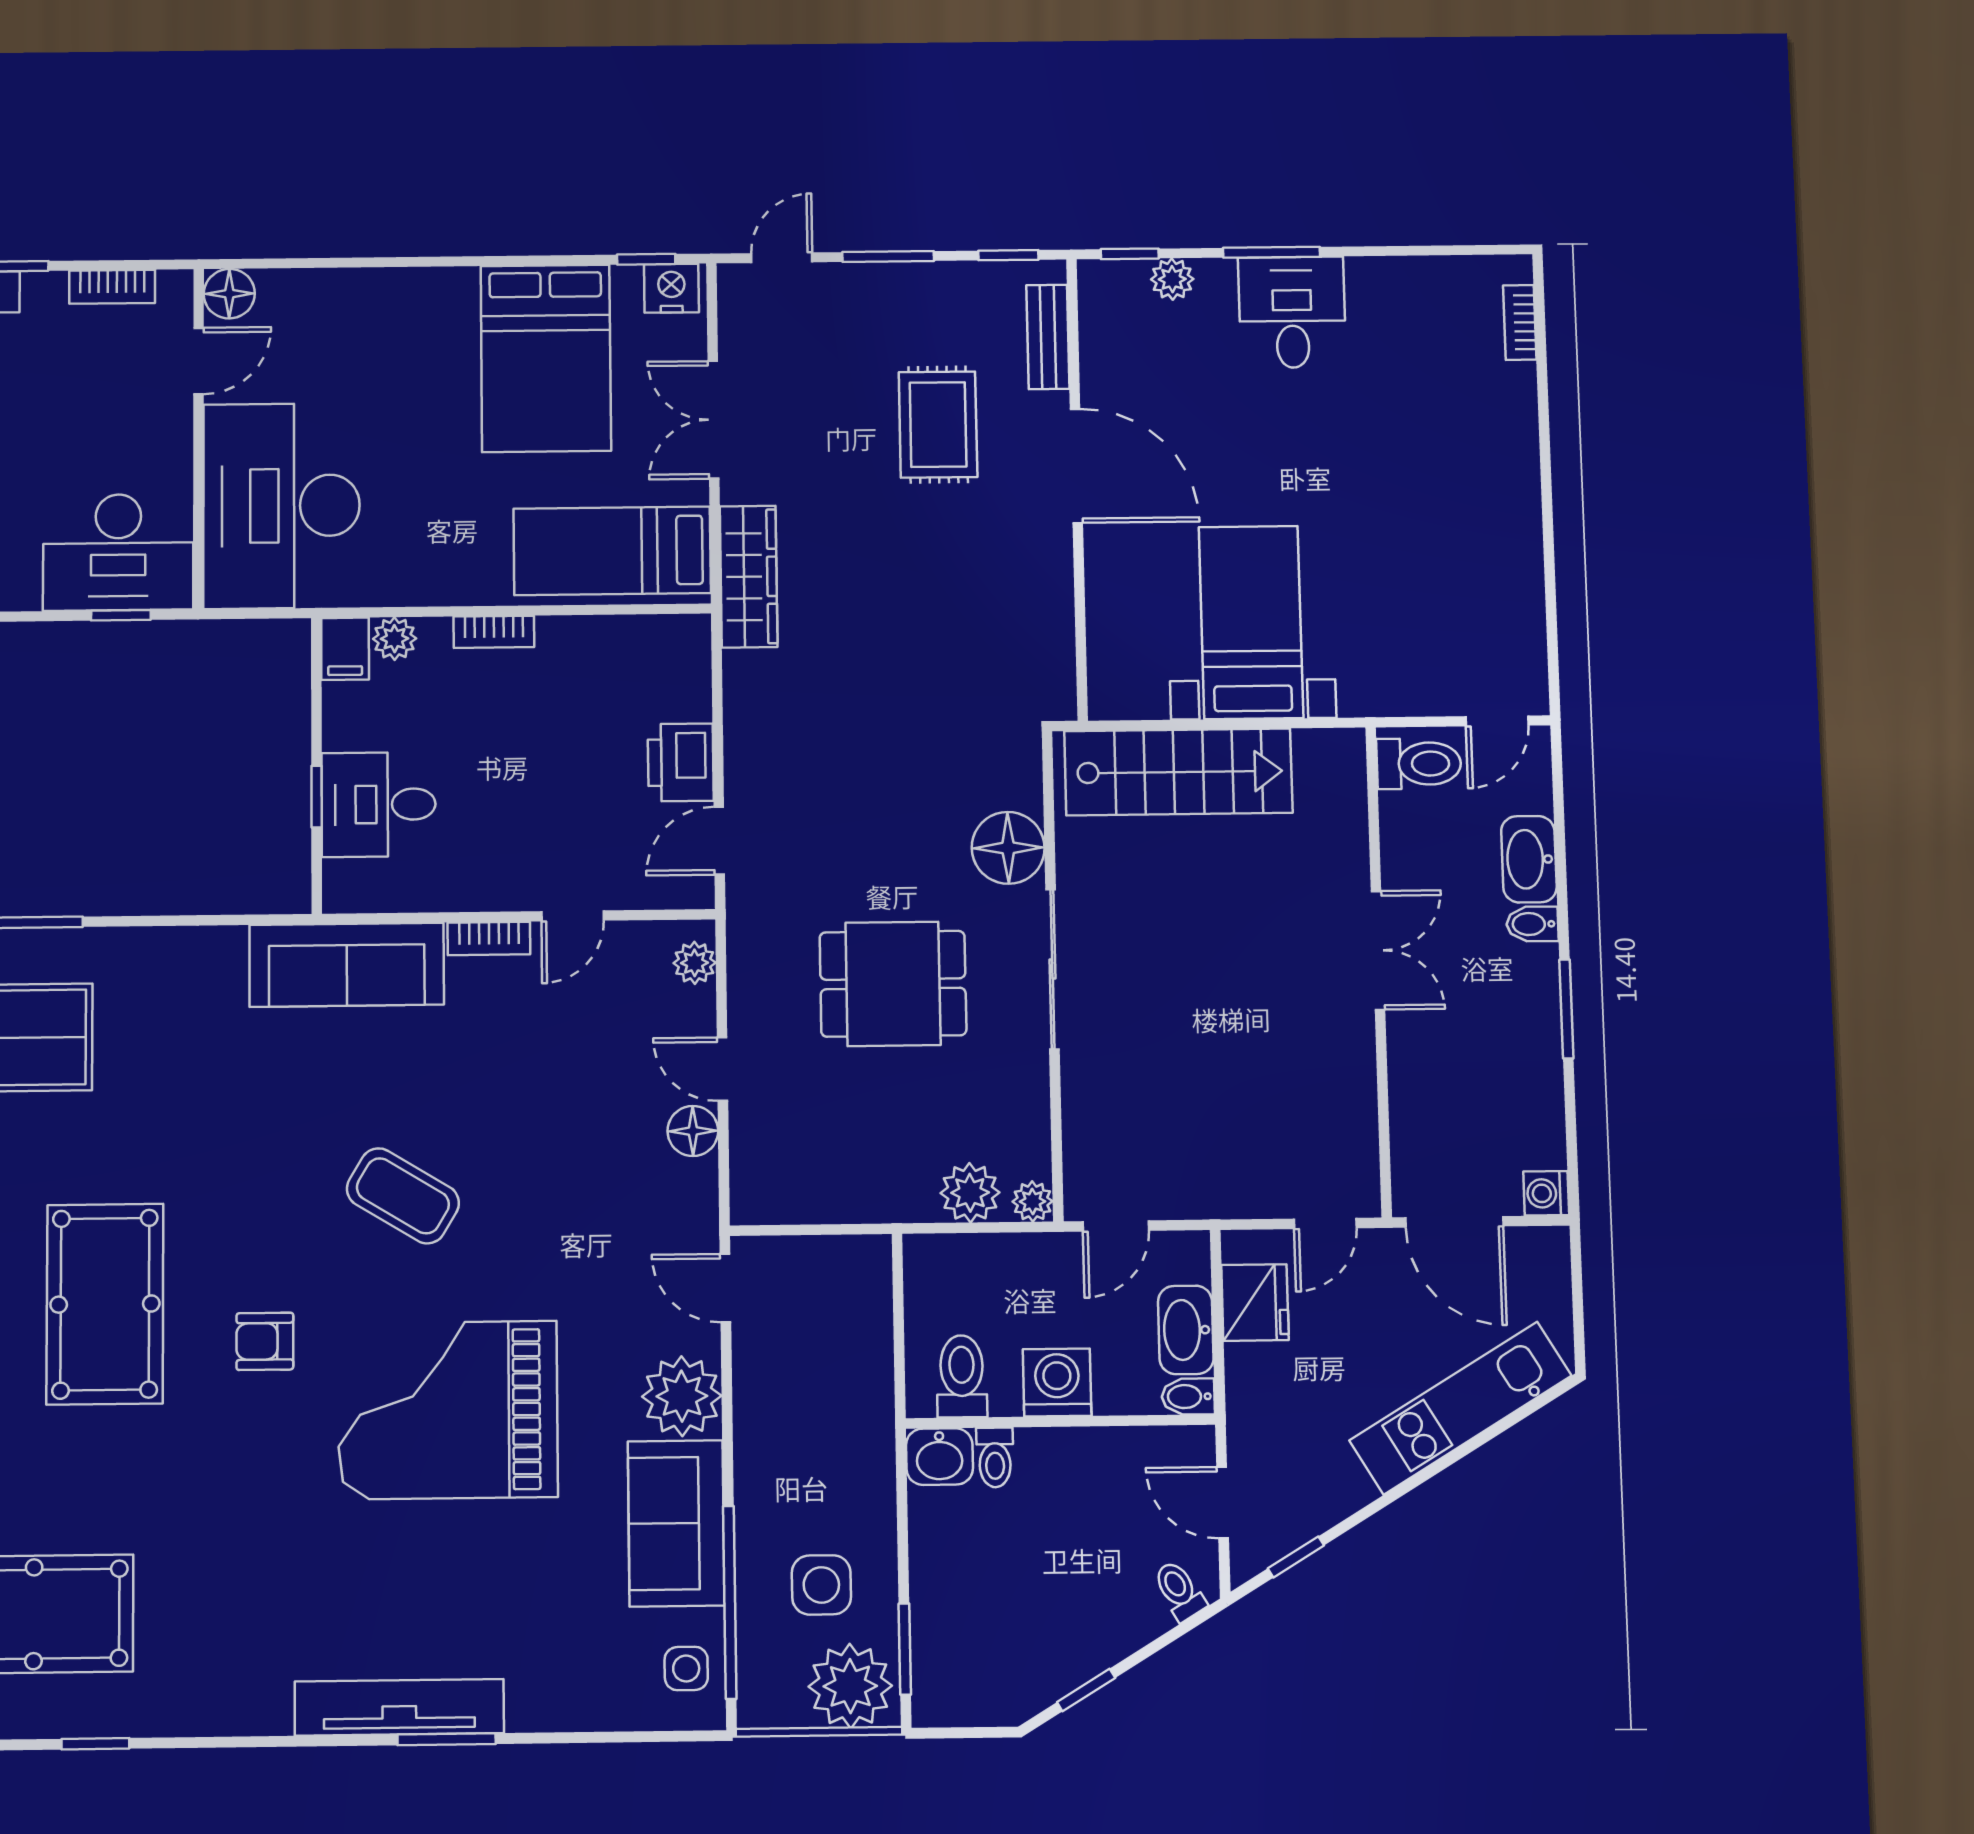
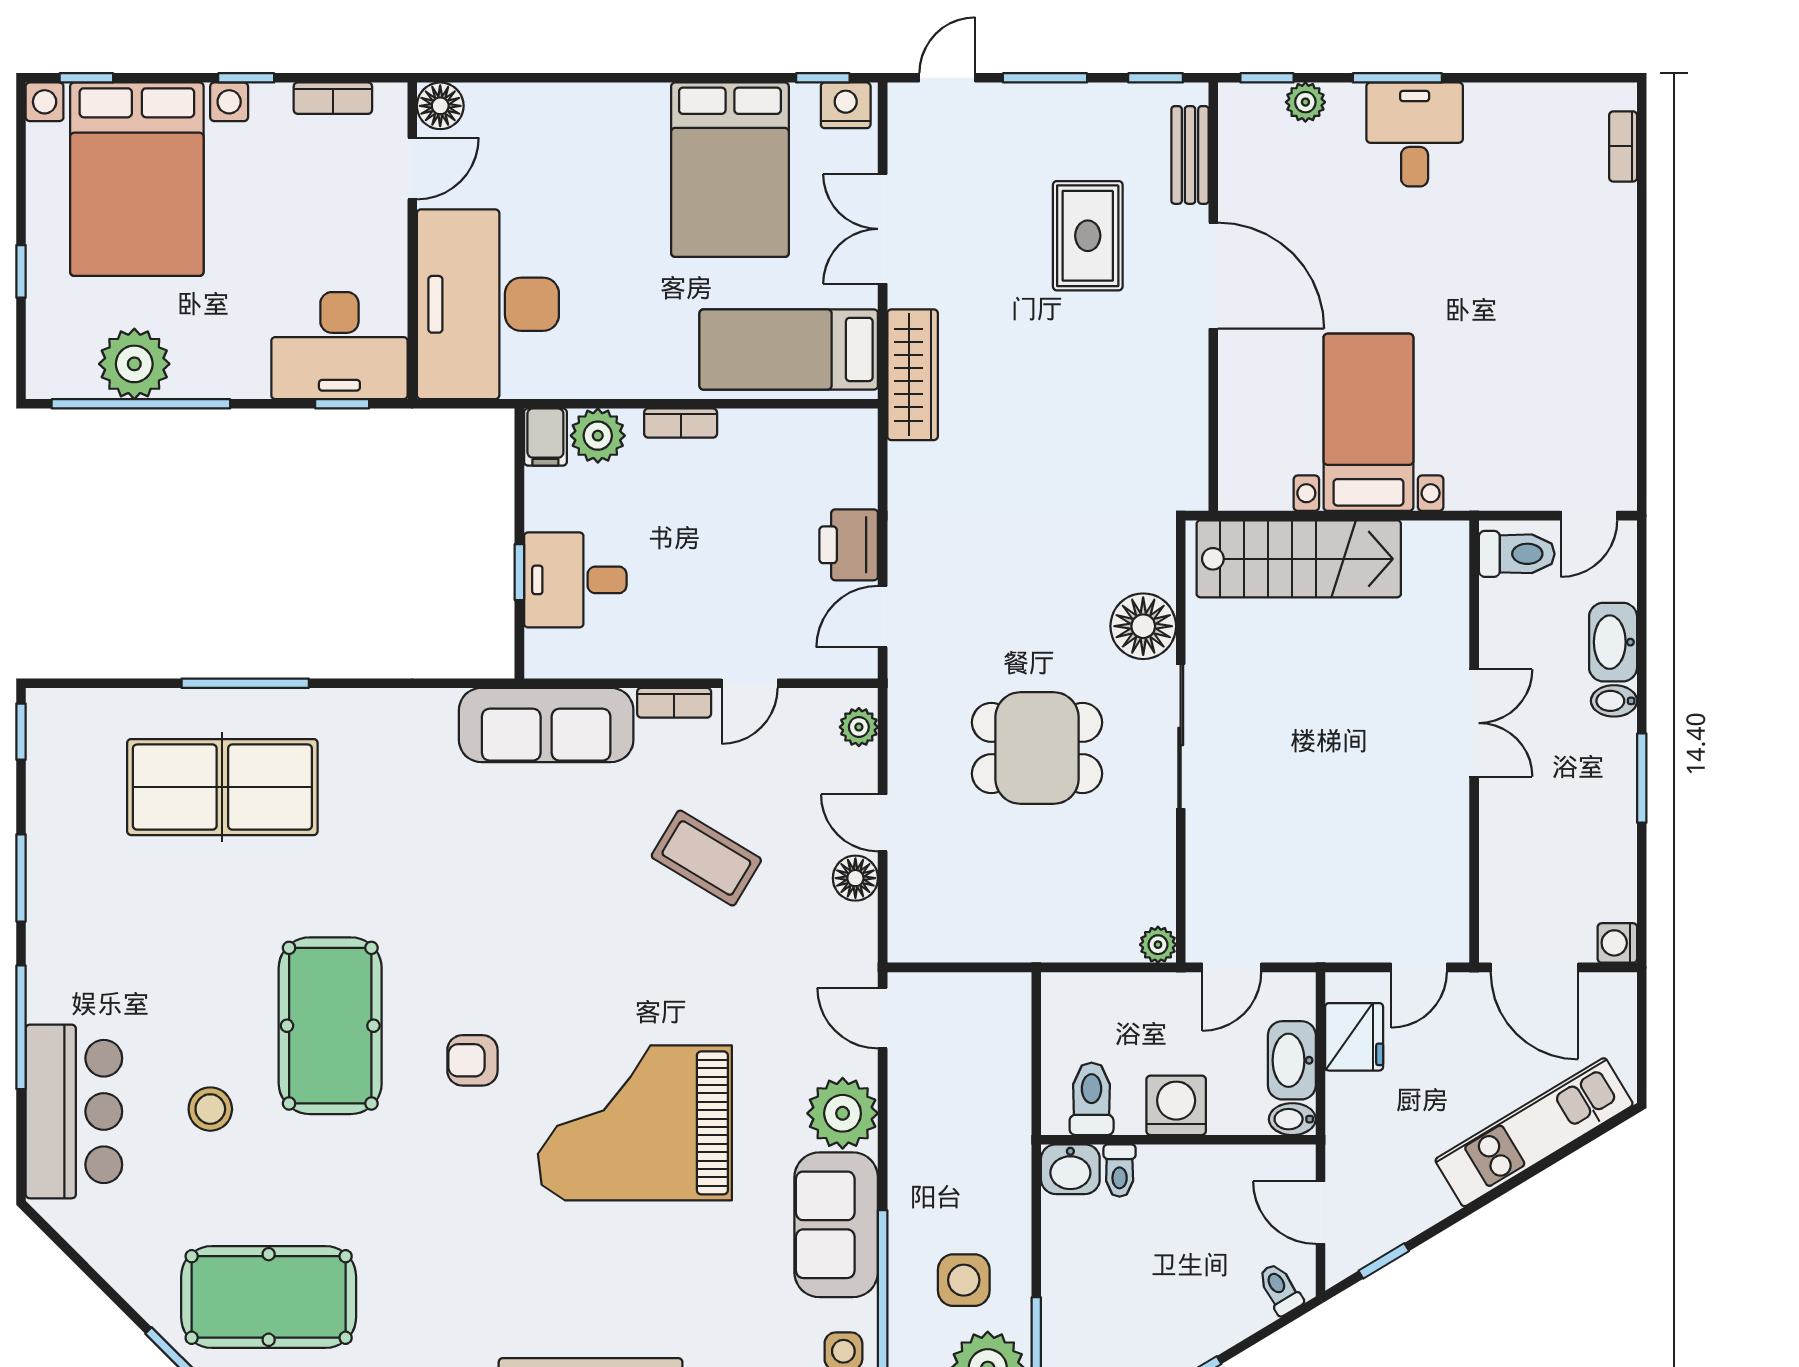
plant: (395, 639) -> (598, 436), width x1.38, depth x1.38
plant: (970, 1193) -> (1102, 936), removed
coffee table: (403, 1196) -> (706, 858), moved

